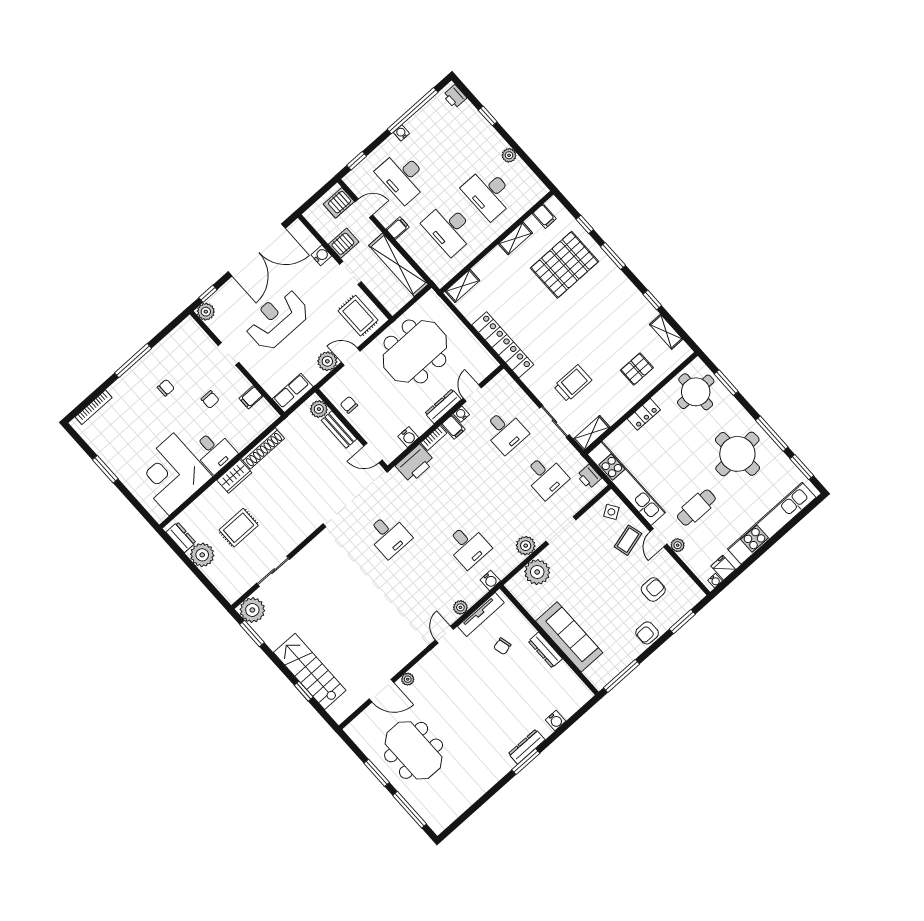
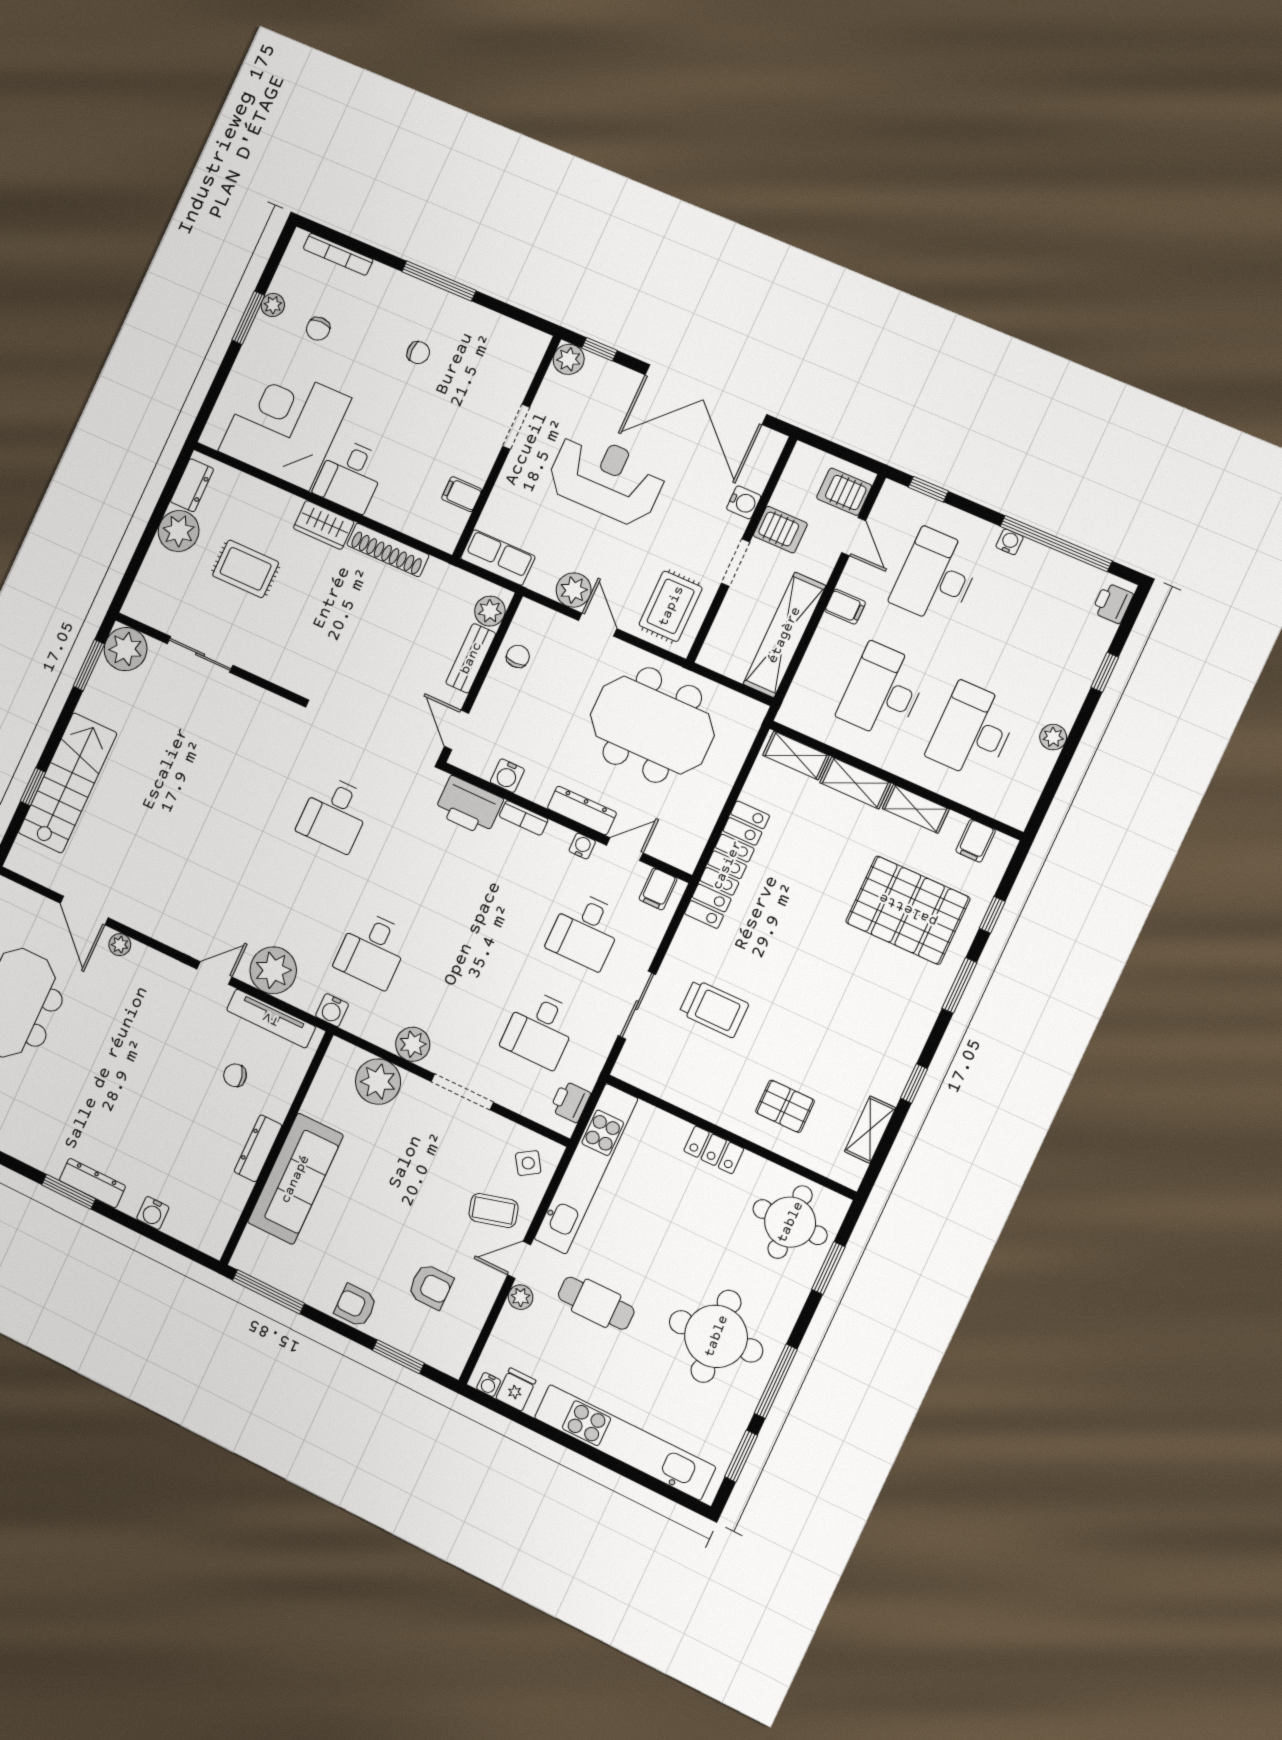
chair: (210, 399) -> (318, 329), moved
filing cabinet: (453, 427) -> (658, 889), moved
shelving: (592, 433) -> (855, 783), moved
plant: (104, 453) -> (273, 305), added
plant: (460, 607) -> (273, 970), width x1.88, depth x1.88

